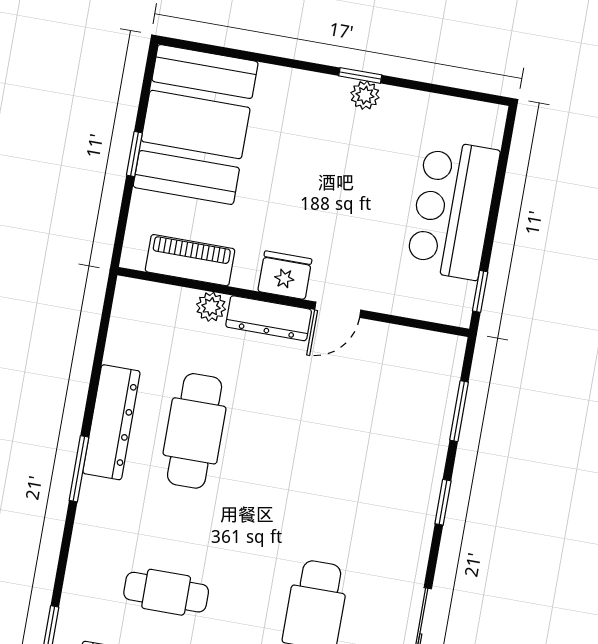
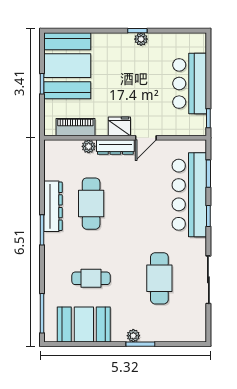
bar counter: (410, 449) -> (189, 195), added

